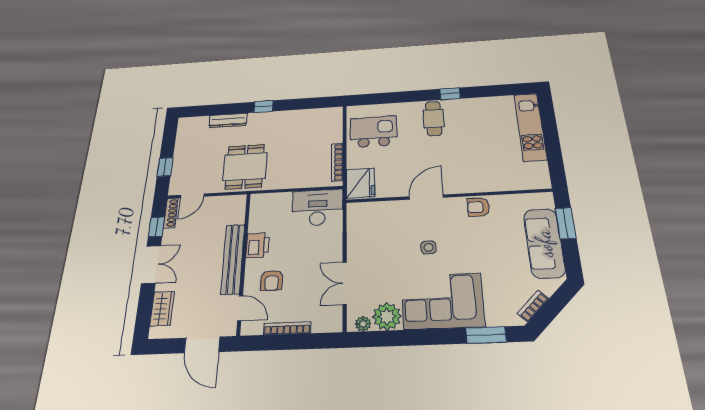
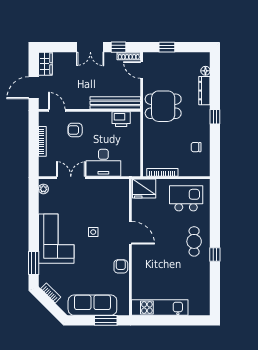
cafe table: (434, 119) -> (194, 241), turned 90
floor lamp: (202, 121) -> (205, 71), added
chair: (303, 125) -> (196, 147), added
kitchen unit: (530, 127) -> (160, 308), moved
kitchen island: (374, 132) -> (186, 198), turned -90
desk: (317, 208) -> (103, 163), moved, turned 90
printer: (258, 245) -> (121, 119), moved
bench: (233, 259) -> (115, 103), moved
door: (240, 308) -> (57, 110), swing flipped
wardrobe: (162, 309) -> (45, 64), moved, turned -90
plant: (387, 317) -> (48, 204), removed

